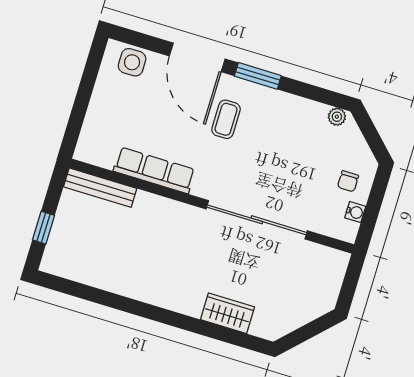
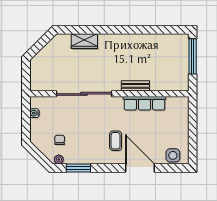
window: (258, 76) -> (78, 168), moved
chair: (348, 181) -> (60, 140), moved
bench: (100, 188) -> (135, 86), moved, width x0.73
window: (43, 228) -> (193, 56), width x2.17

